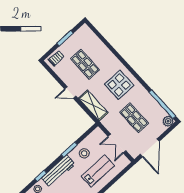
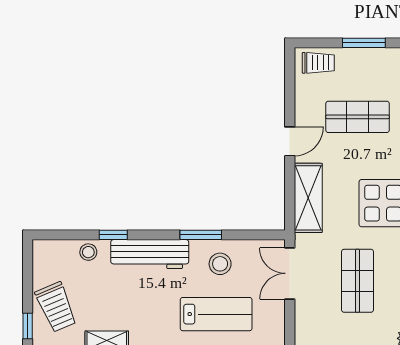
shop shelf: (85, 64) -> (358, 117), turned 90
door: (70, 93) -> (290, 141), swing flipped
double door: (117, 144) -> (290, 273), moved

